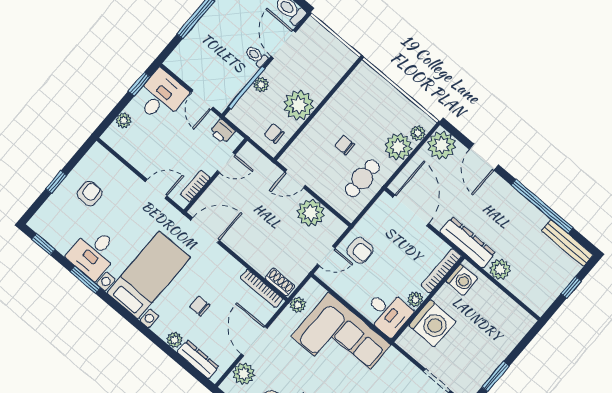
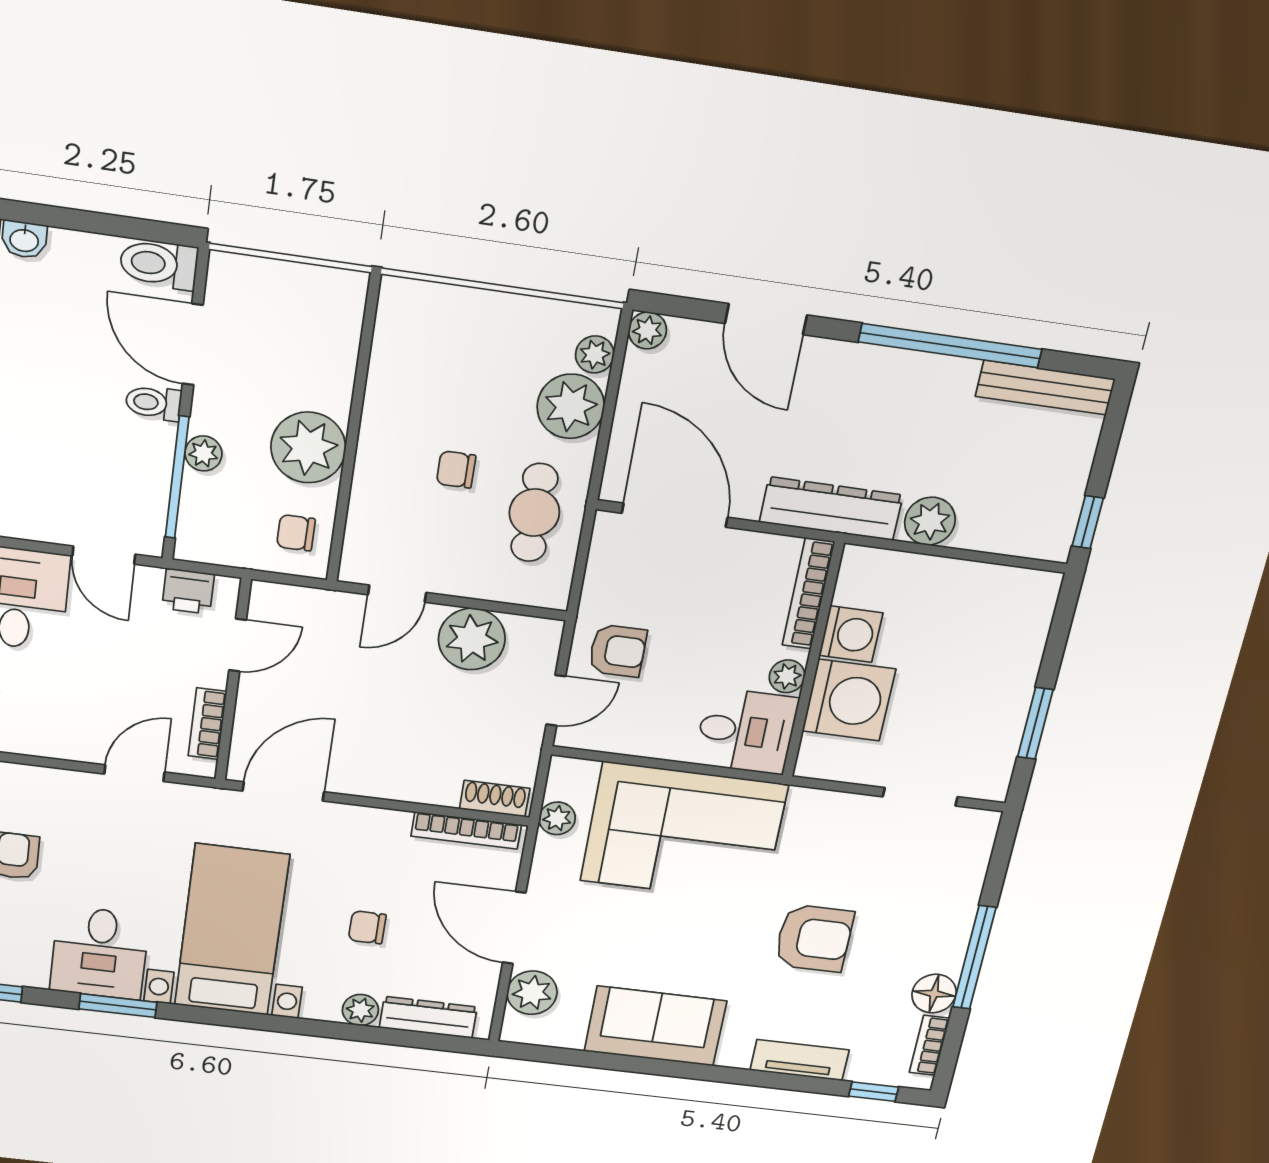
plant: (442, 145) -> (647, 330), width x0.53, depth x0.53
washing machine: (462, 280) -> (851, 634), moved
window: (571, 287) -> (1088, 522), moved

